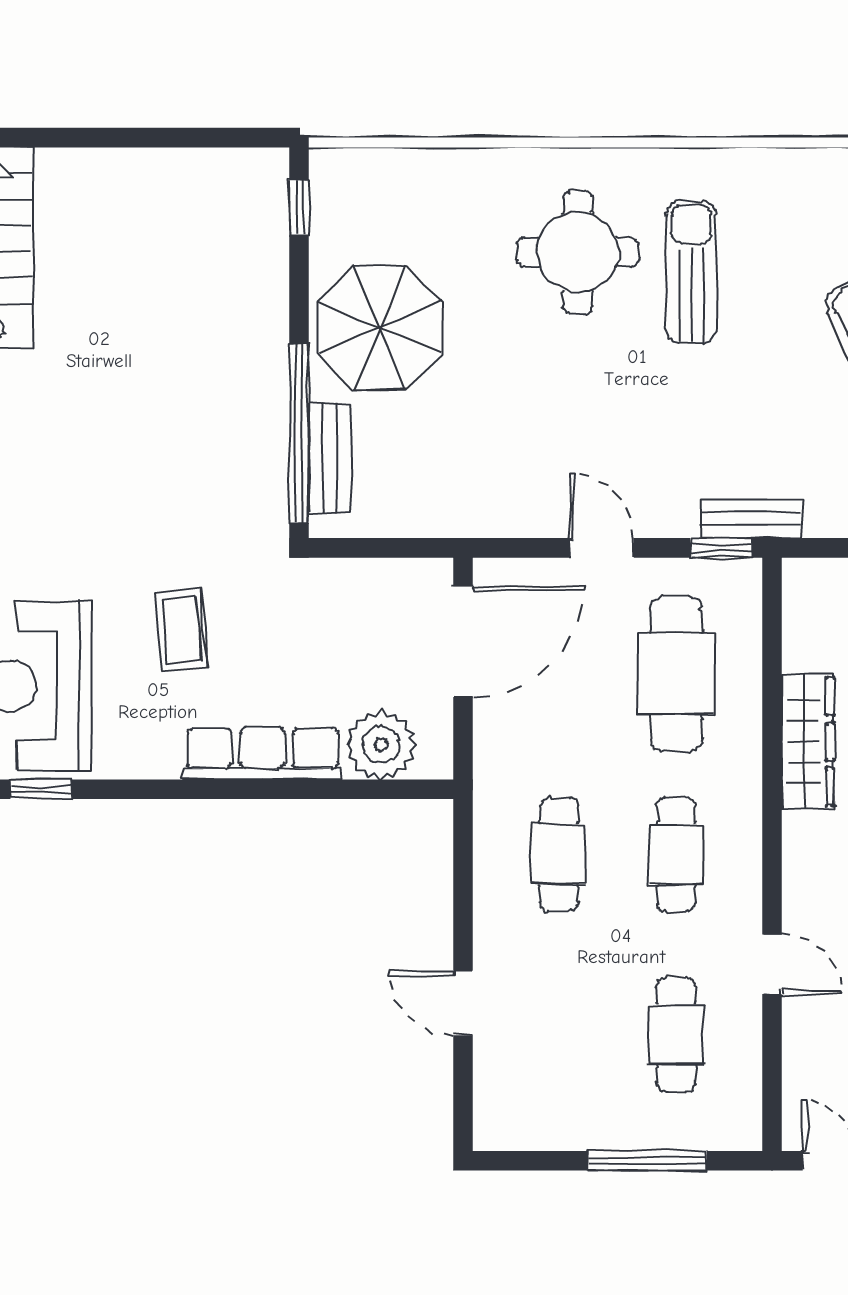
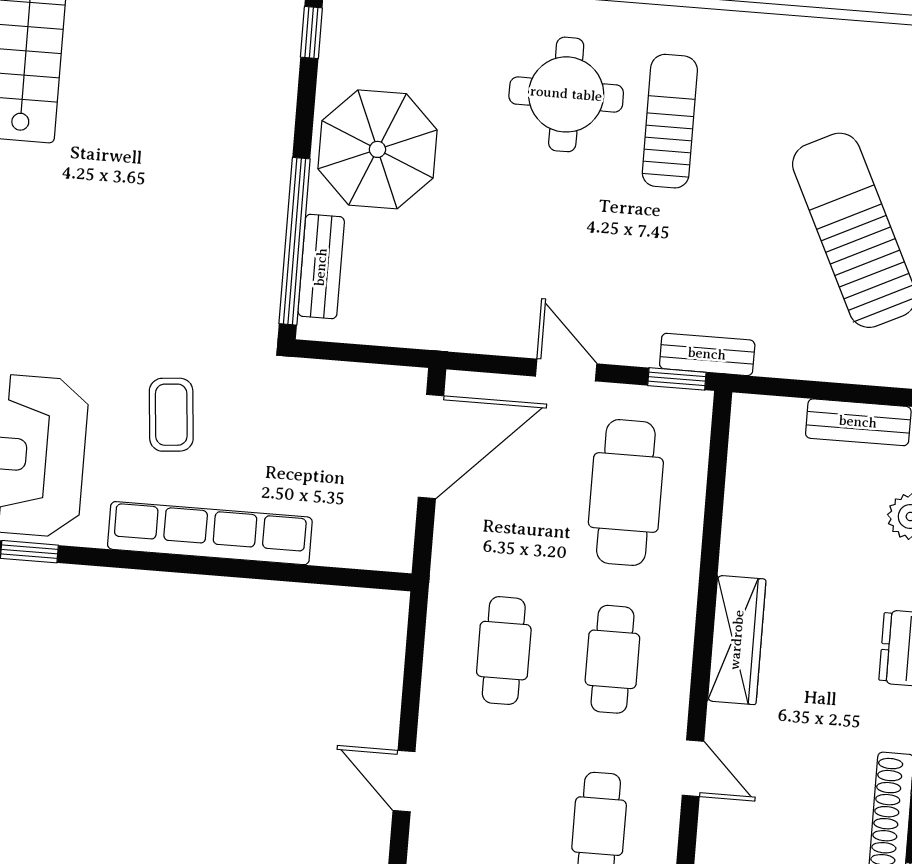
wardrobe: (808, 742) -> (737, 640), moved
plant: (381, 745) -> (347, 536), removed
row of seats: (262, 754) -> (210, 533), width x1.36

